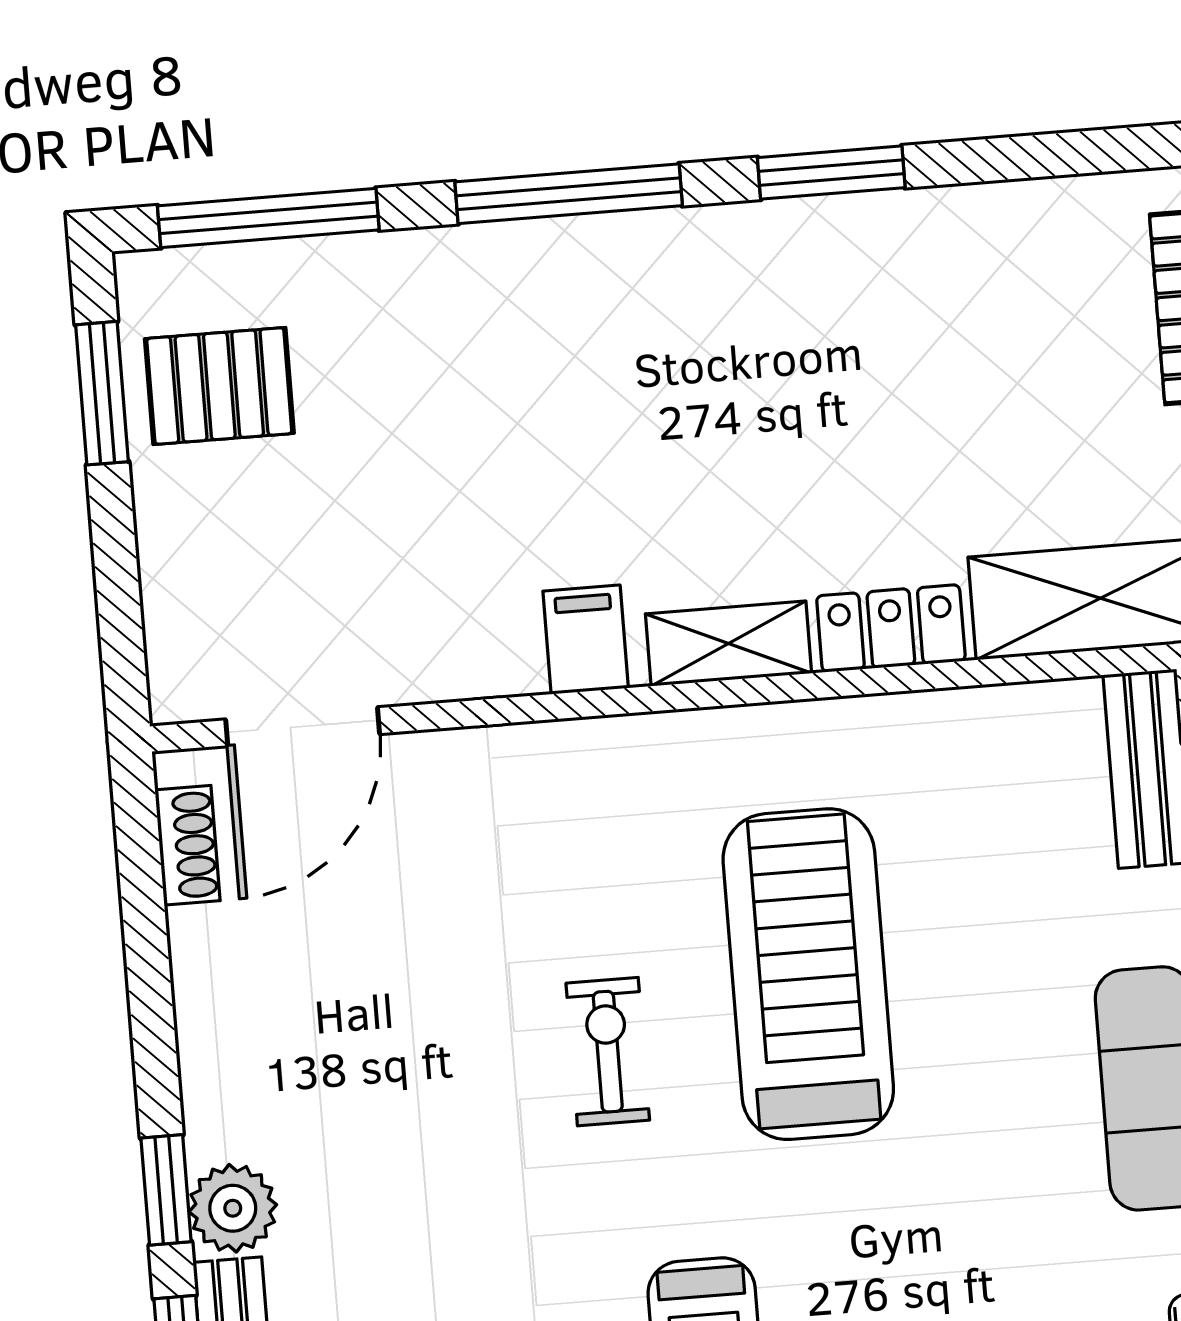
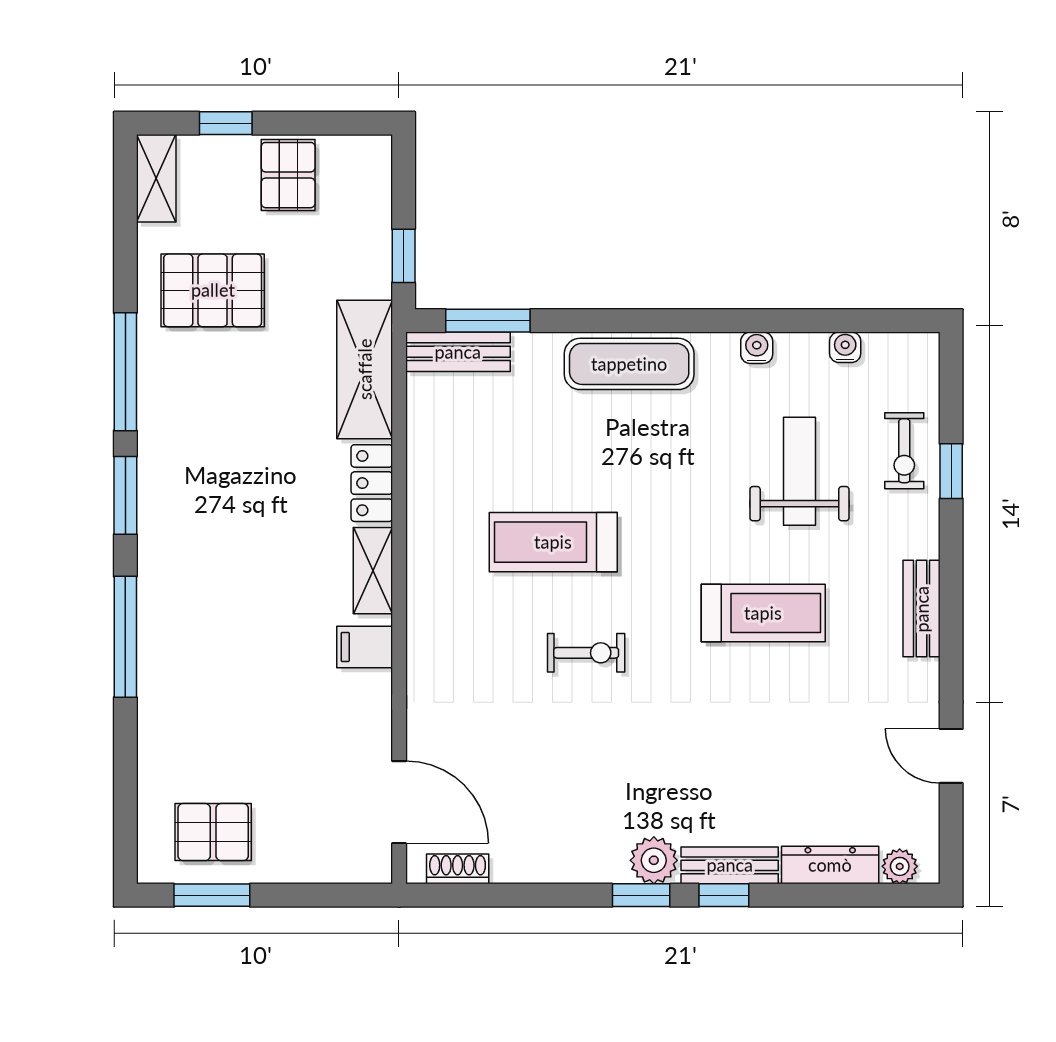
window: (268, 218) -> (125, 372), moved
pallet: (219, 386) -> (213, 832), turned 90
treadmill: (808, 974) -> (553, 542), width x0.73, depth x0.73
exercise bike: (608, 1052) -> (586, 653), turned 180

